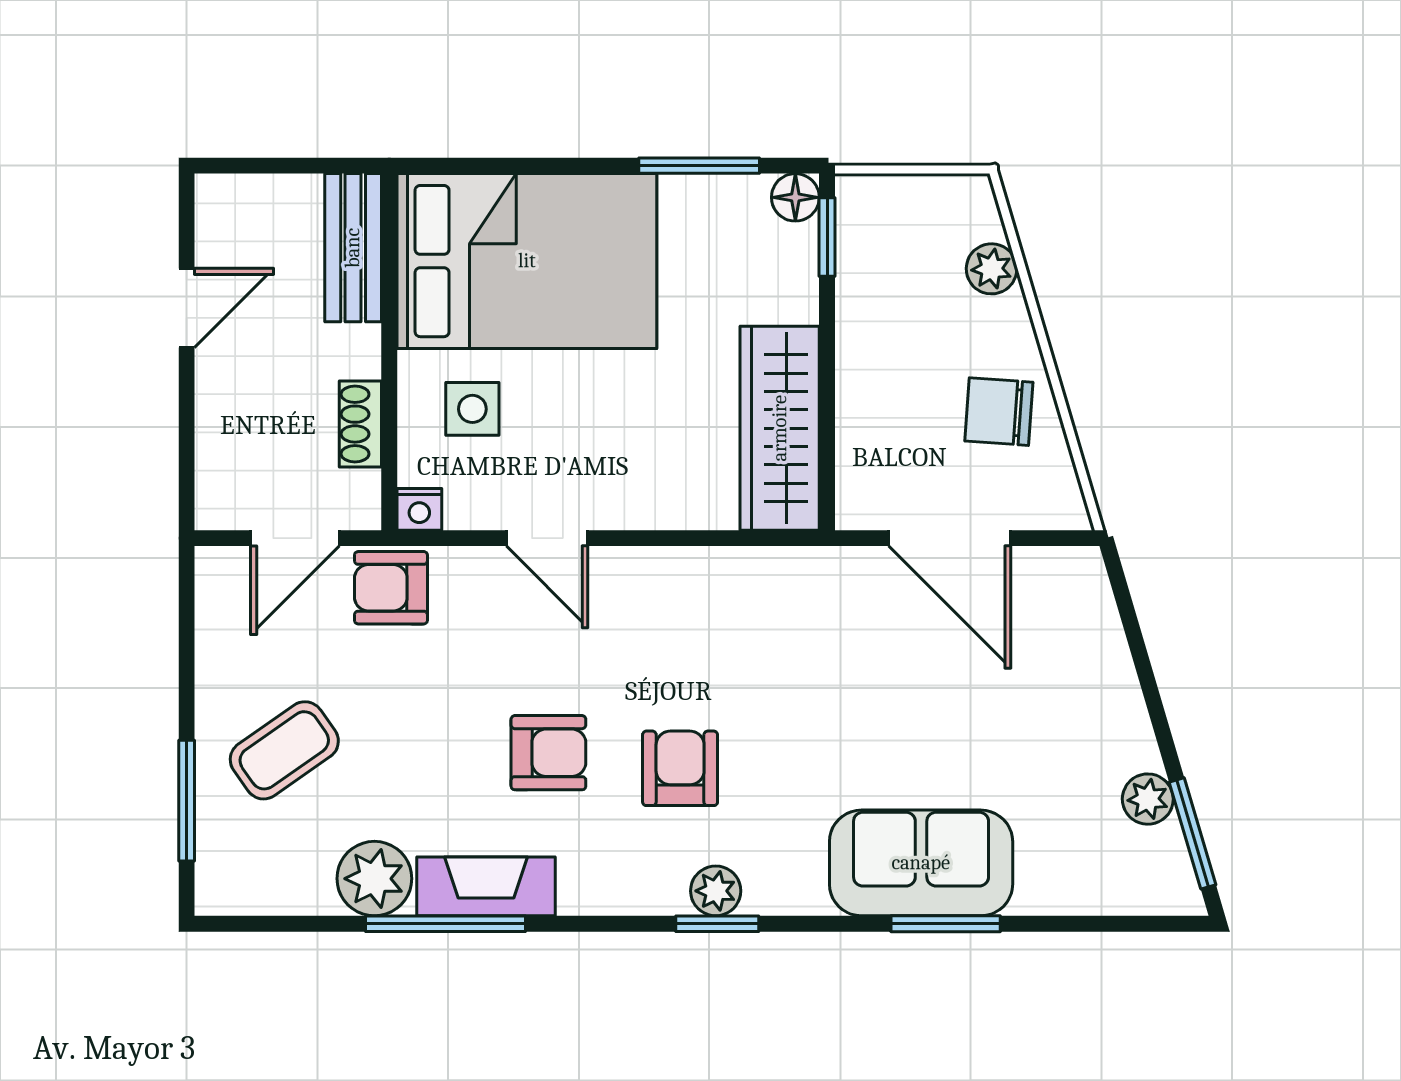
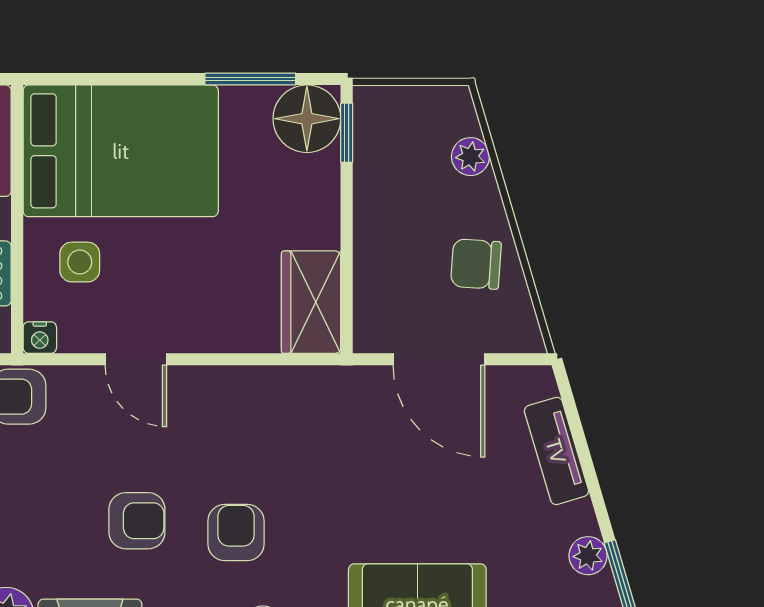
floor lamp: (795, 197) -> (307, 119), width x1.89, depth x1.89
wardrobe: (780, 428) -> (311, 302), width x0.67
tv unit: (1106, 660) -> (556, 451), added

